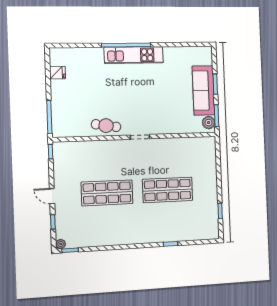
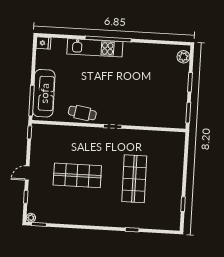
kitchen unit: (134, 55) -> (95, 48), moved
fridge: (57, 73) -> (44, 43), moved
sofa: (203, 90) -> (44, 93), moved, turned 180
plant: (209, 123) -> (183, 57), moved
shop shelf: (168, 190) -> (134, 179), turned 90
door: (52, 196) -> (27, 173), hinge flipped

